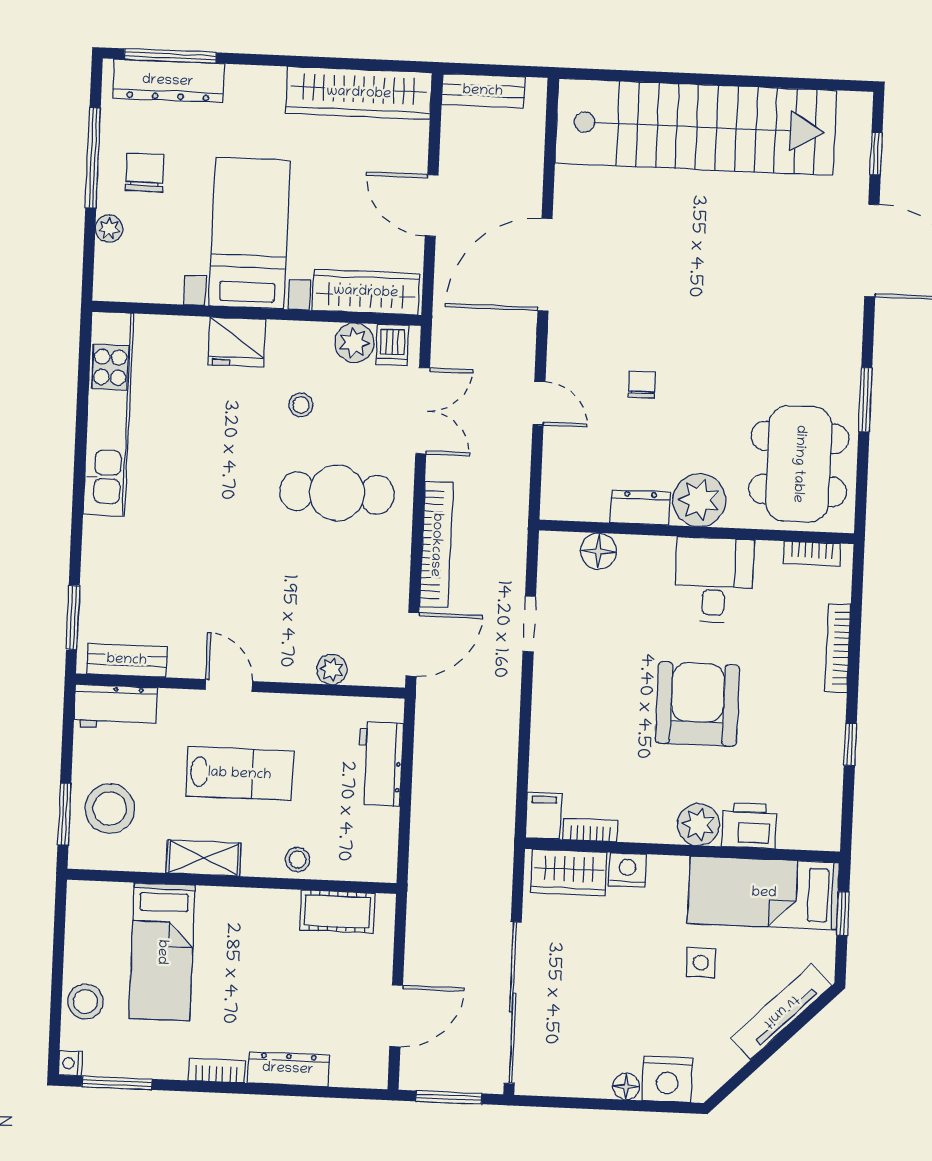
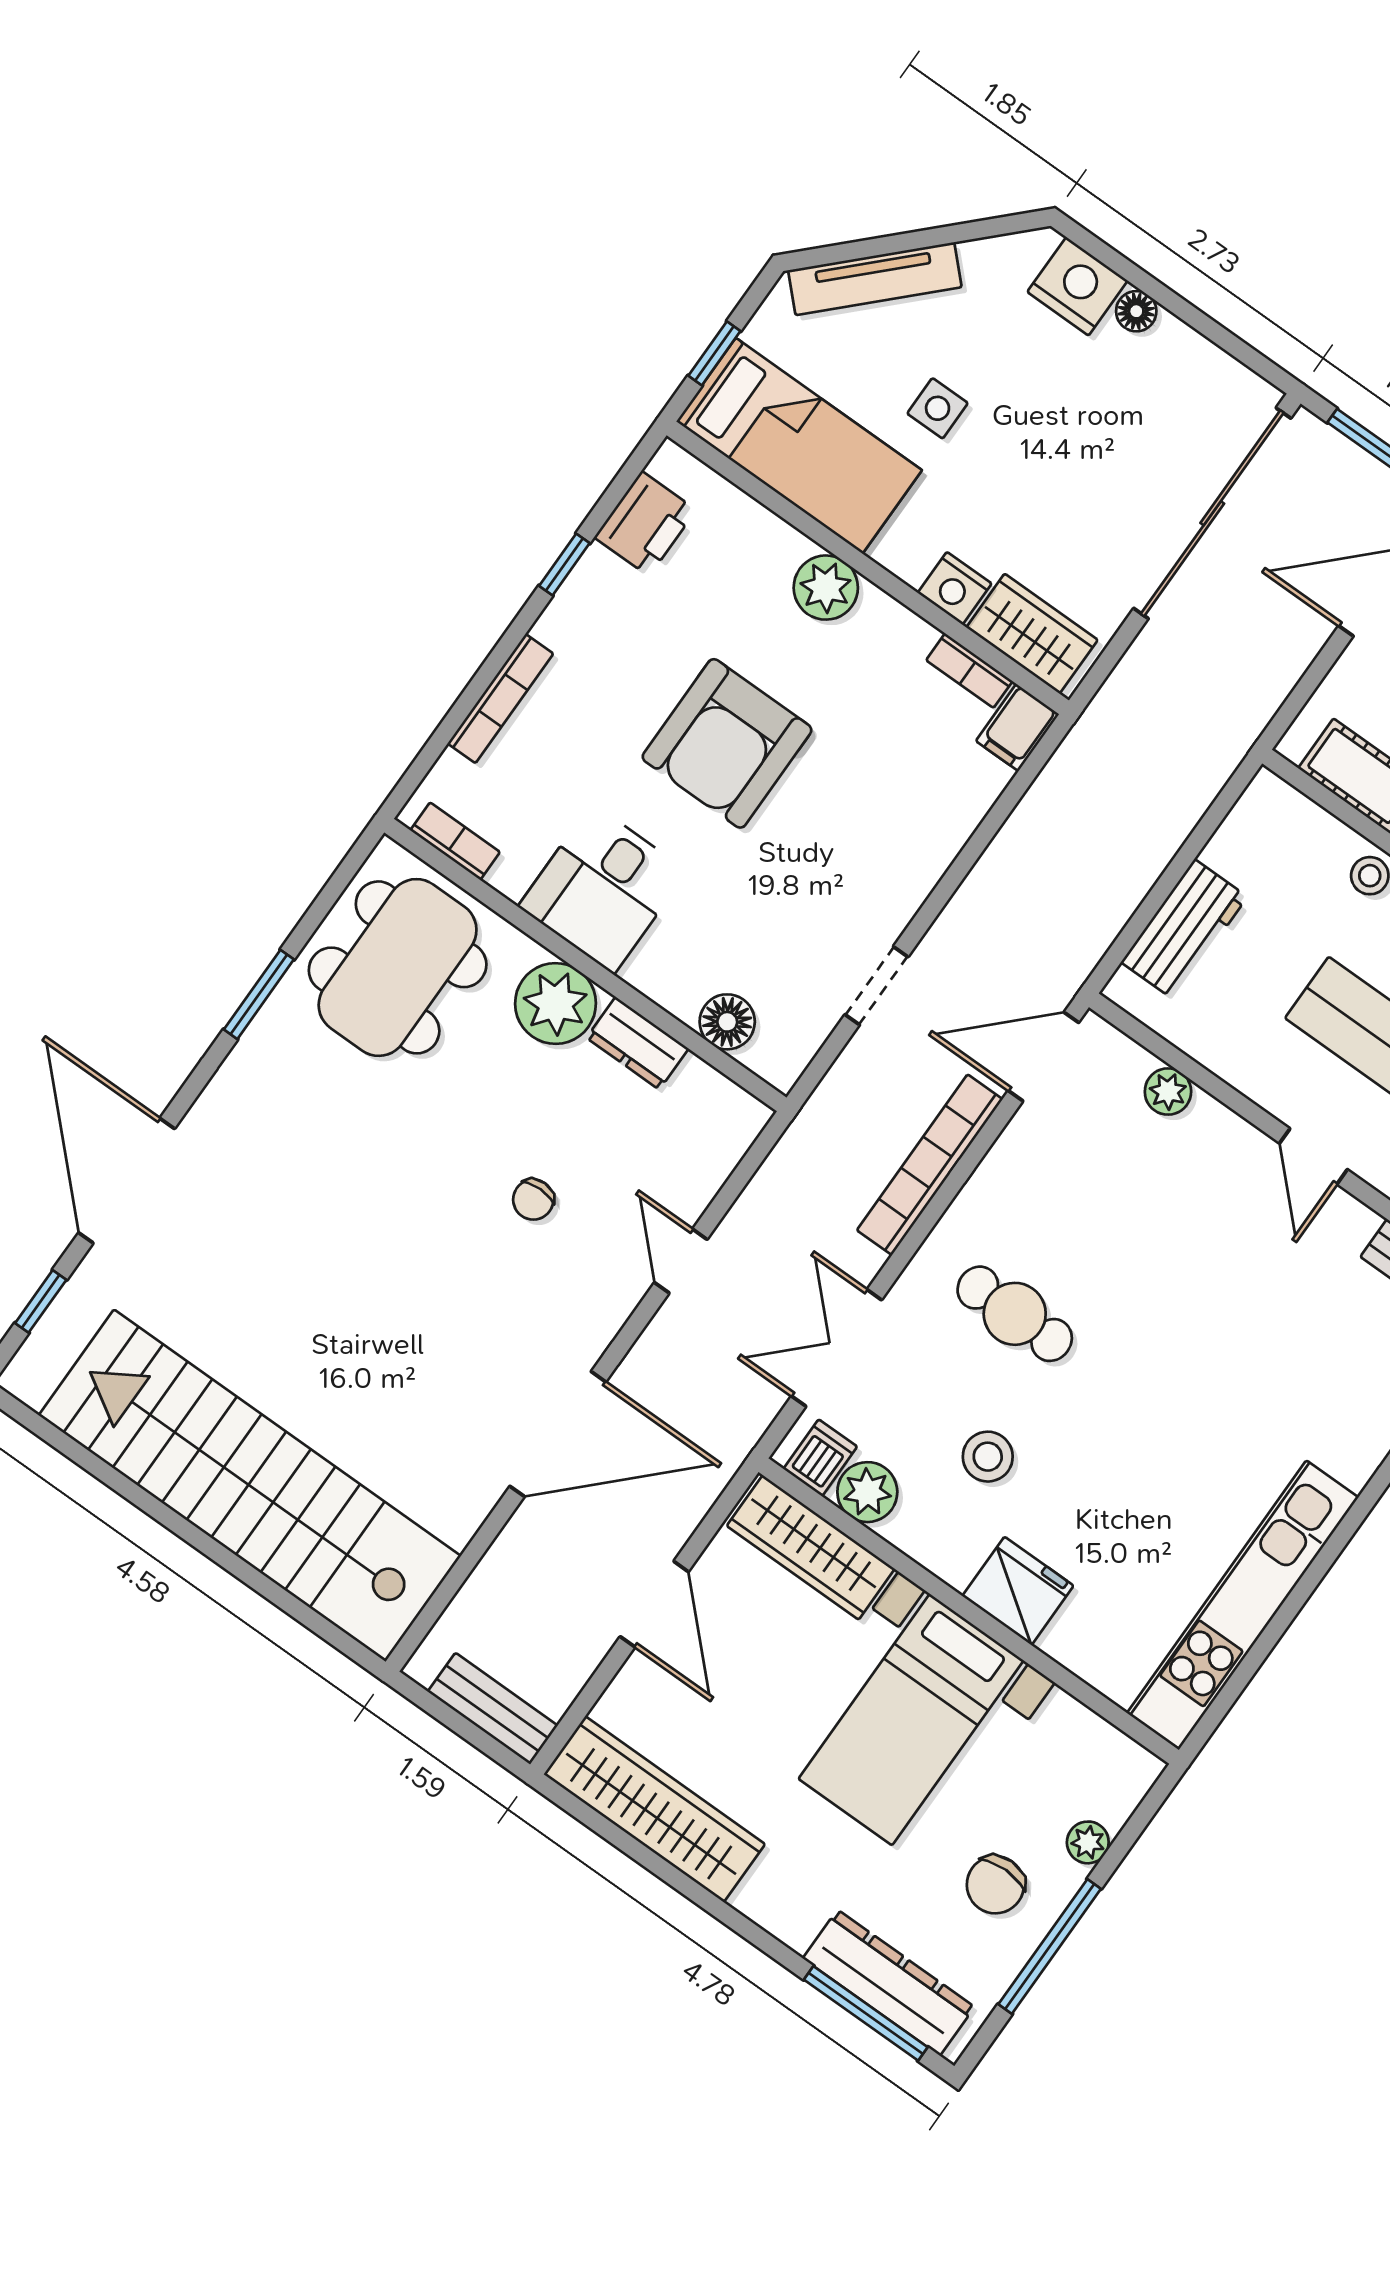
stool: (301, 405) -> (988, 1457), width x1.37, depth x1.37
cafe table: (337, 493) -> (1015, 1314), width x0.73, depth x0.74
printer: (749, 826) -> (645, 524), moved, turned -90

